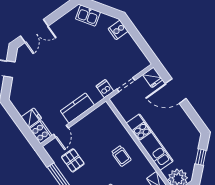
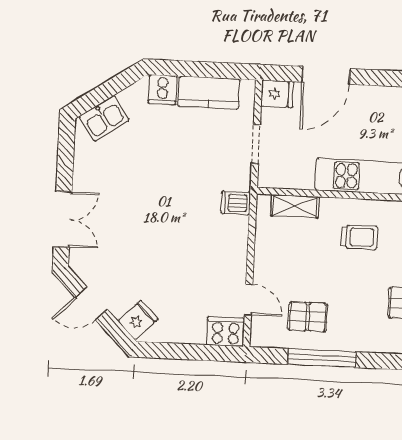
dishwasher: (105, 89) -> (236, 203), moved
kitchen counter: (77, 108) -> (209, 93), moved, turned -90
fridge: (31, 118) -> (138, 320), moved, turned 45
shelving: (113, 120) -> (295, 206), added

